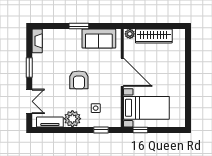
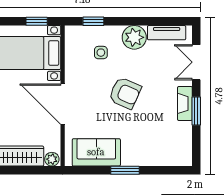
fireplace: (37, 41) -> (185, 103), moved
armchair: (79, 80) -> (125, 93), turned 114

